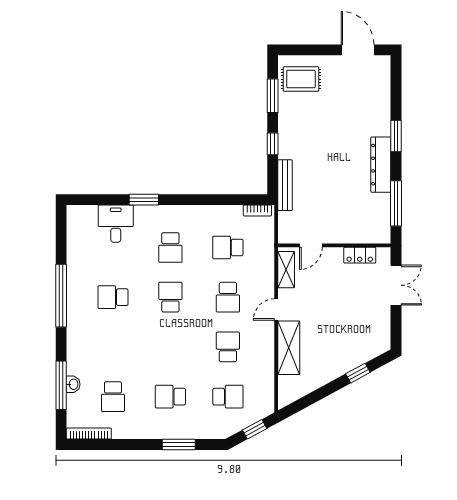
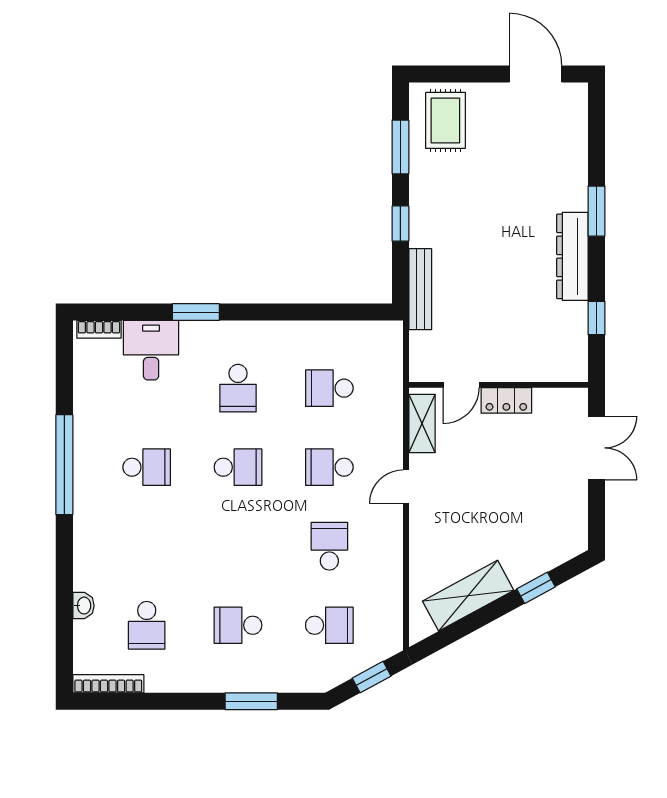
rug: (301, 79) -> (445, 120), turned 90
window: (396, 203) -> (596, 318), width x0.46
bookcase: (257, 210) -> (99, 329), moved
locker: (360, 255) -> (506, 400), moved
school desk: (113, 297) -> (147, 467), turned 180
school desk: (170, 297) -> (238, 467), turned 90
school desk: (228, 297) -> (329, 467), turned 90
shelving: (289, 348) -> (468, 596), moved, turned 62
window: (61, 385) -> (64, 607), removed

